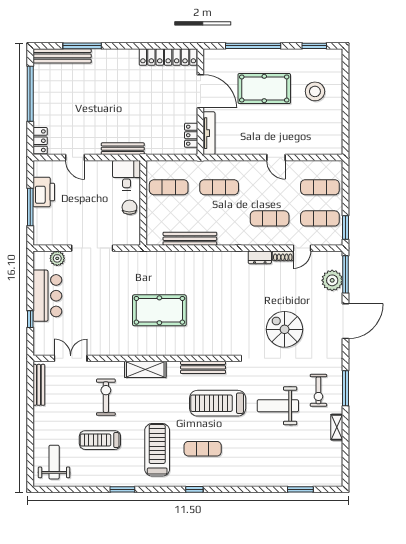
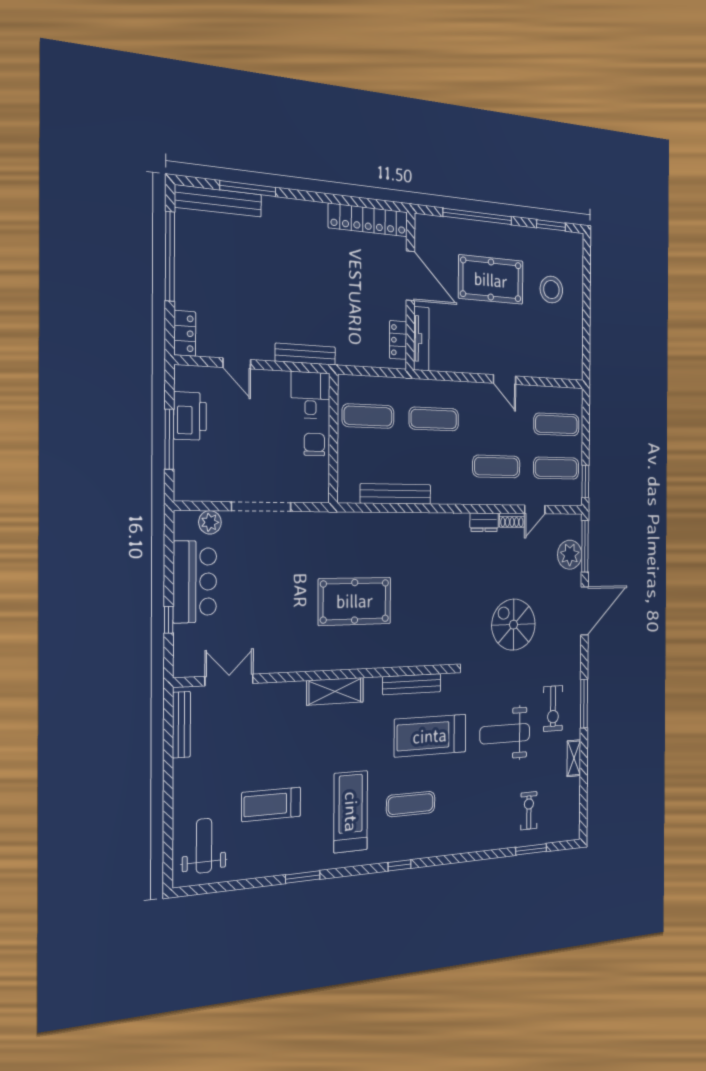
exercise bike: (106, 397) -> (529, 811), moved, width x0.73, depth x0.72

